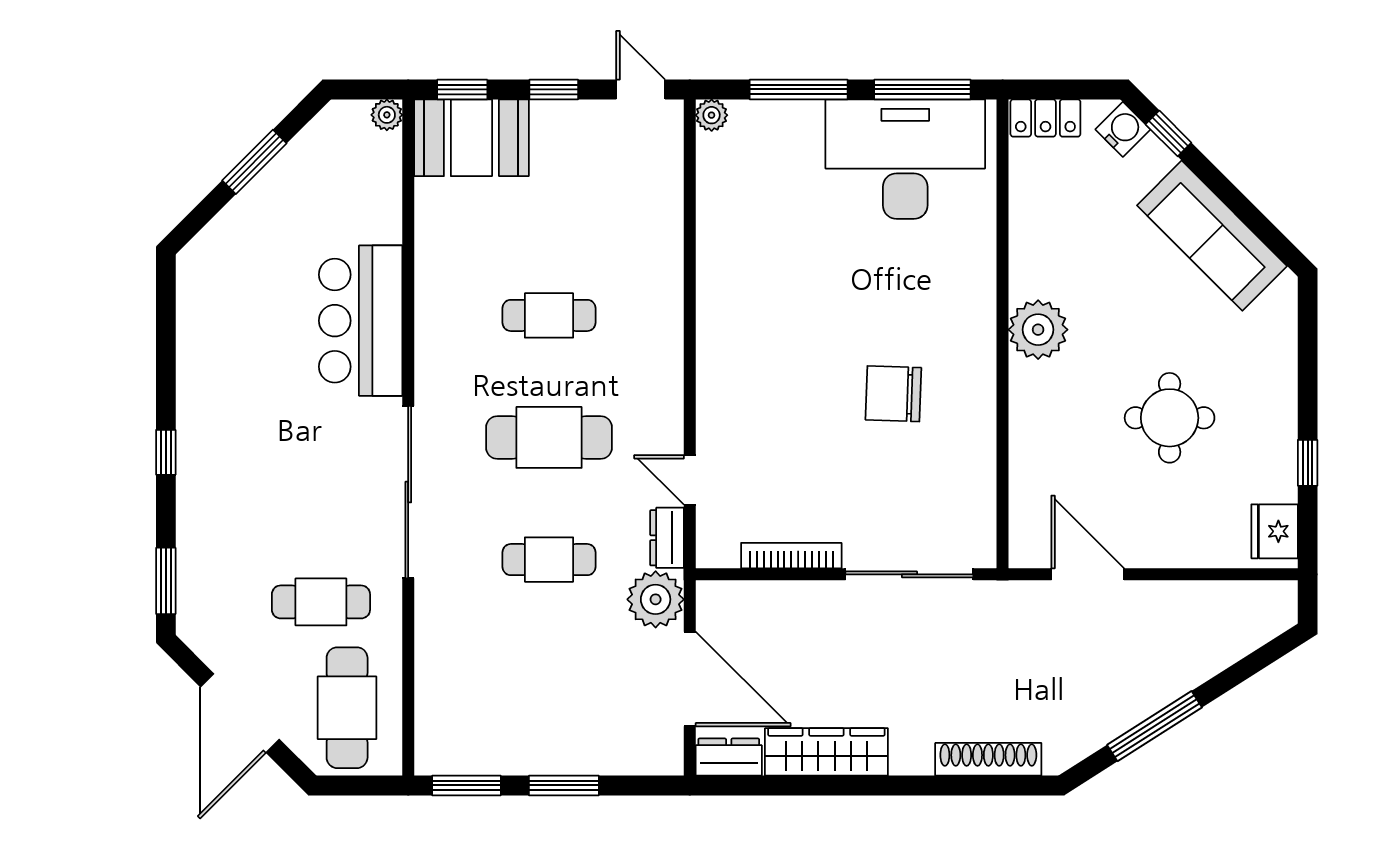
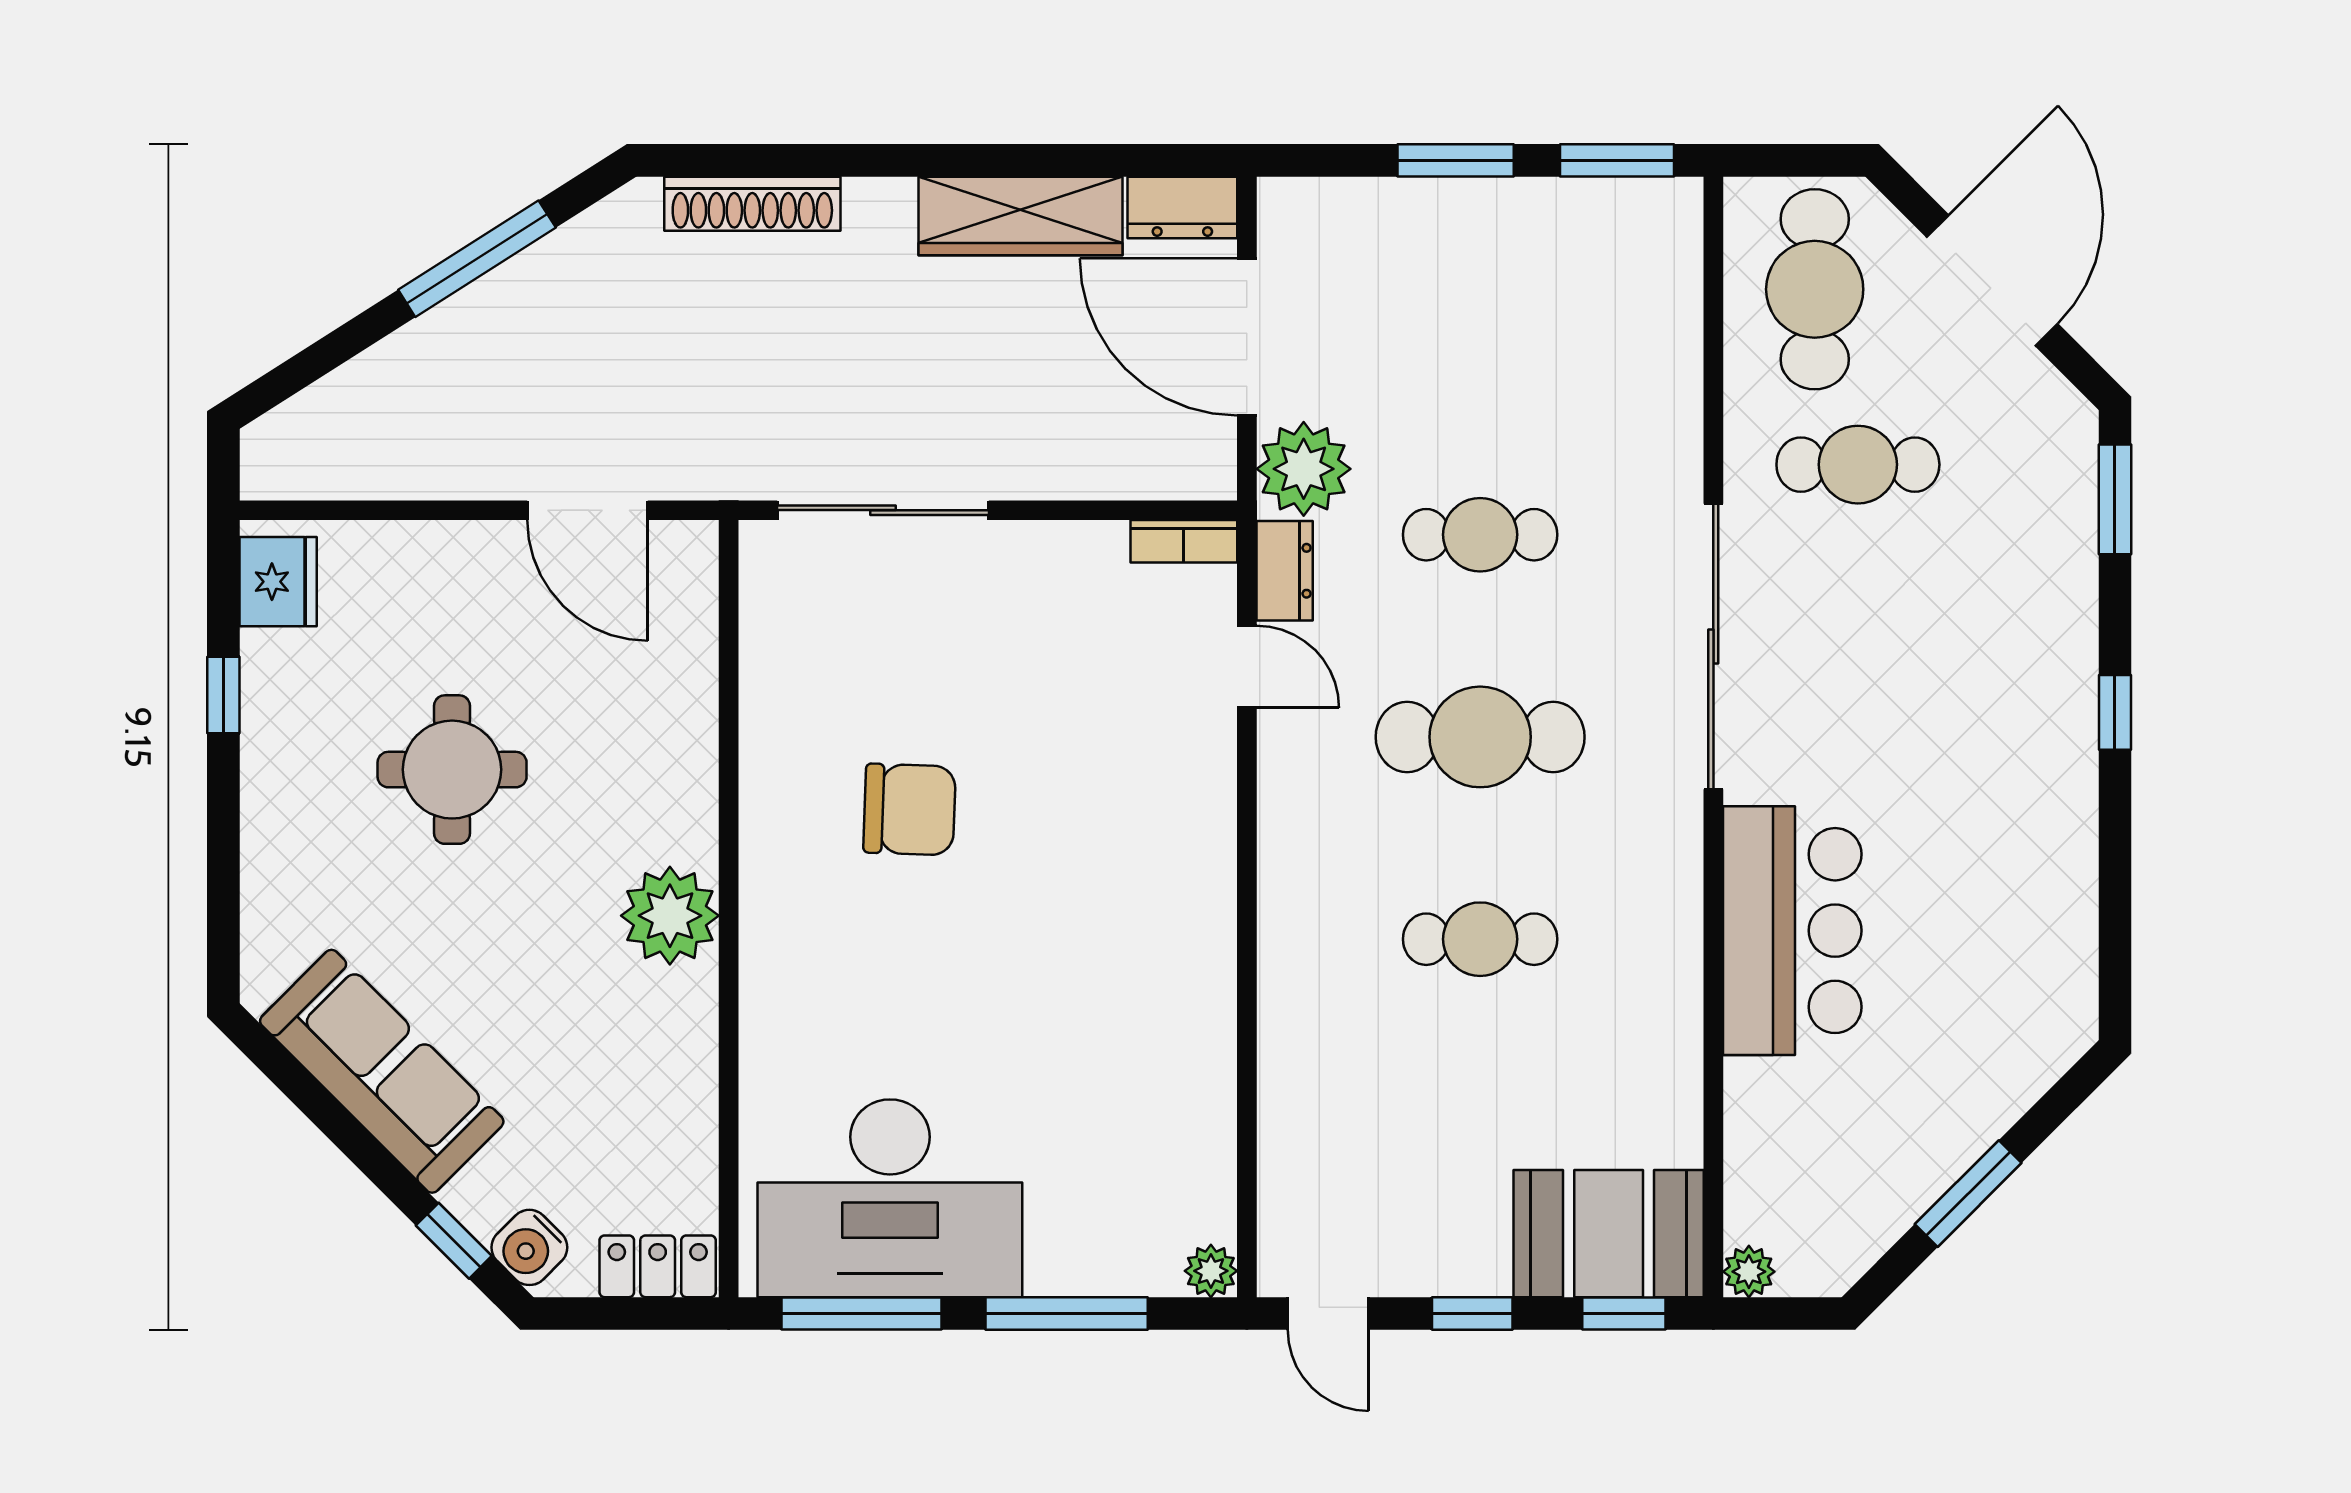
bookcase: (791, 556) -> (1184, 541), moved, width x0.64

